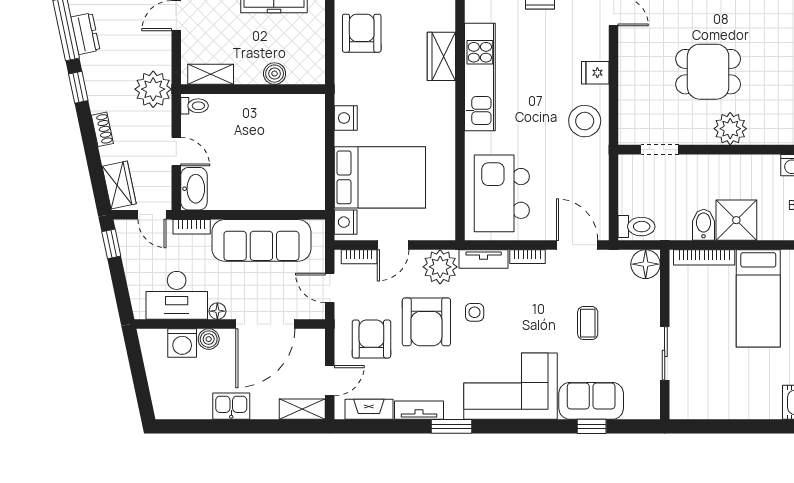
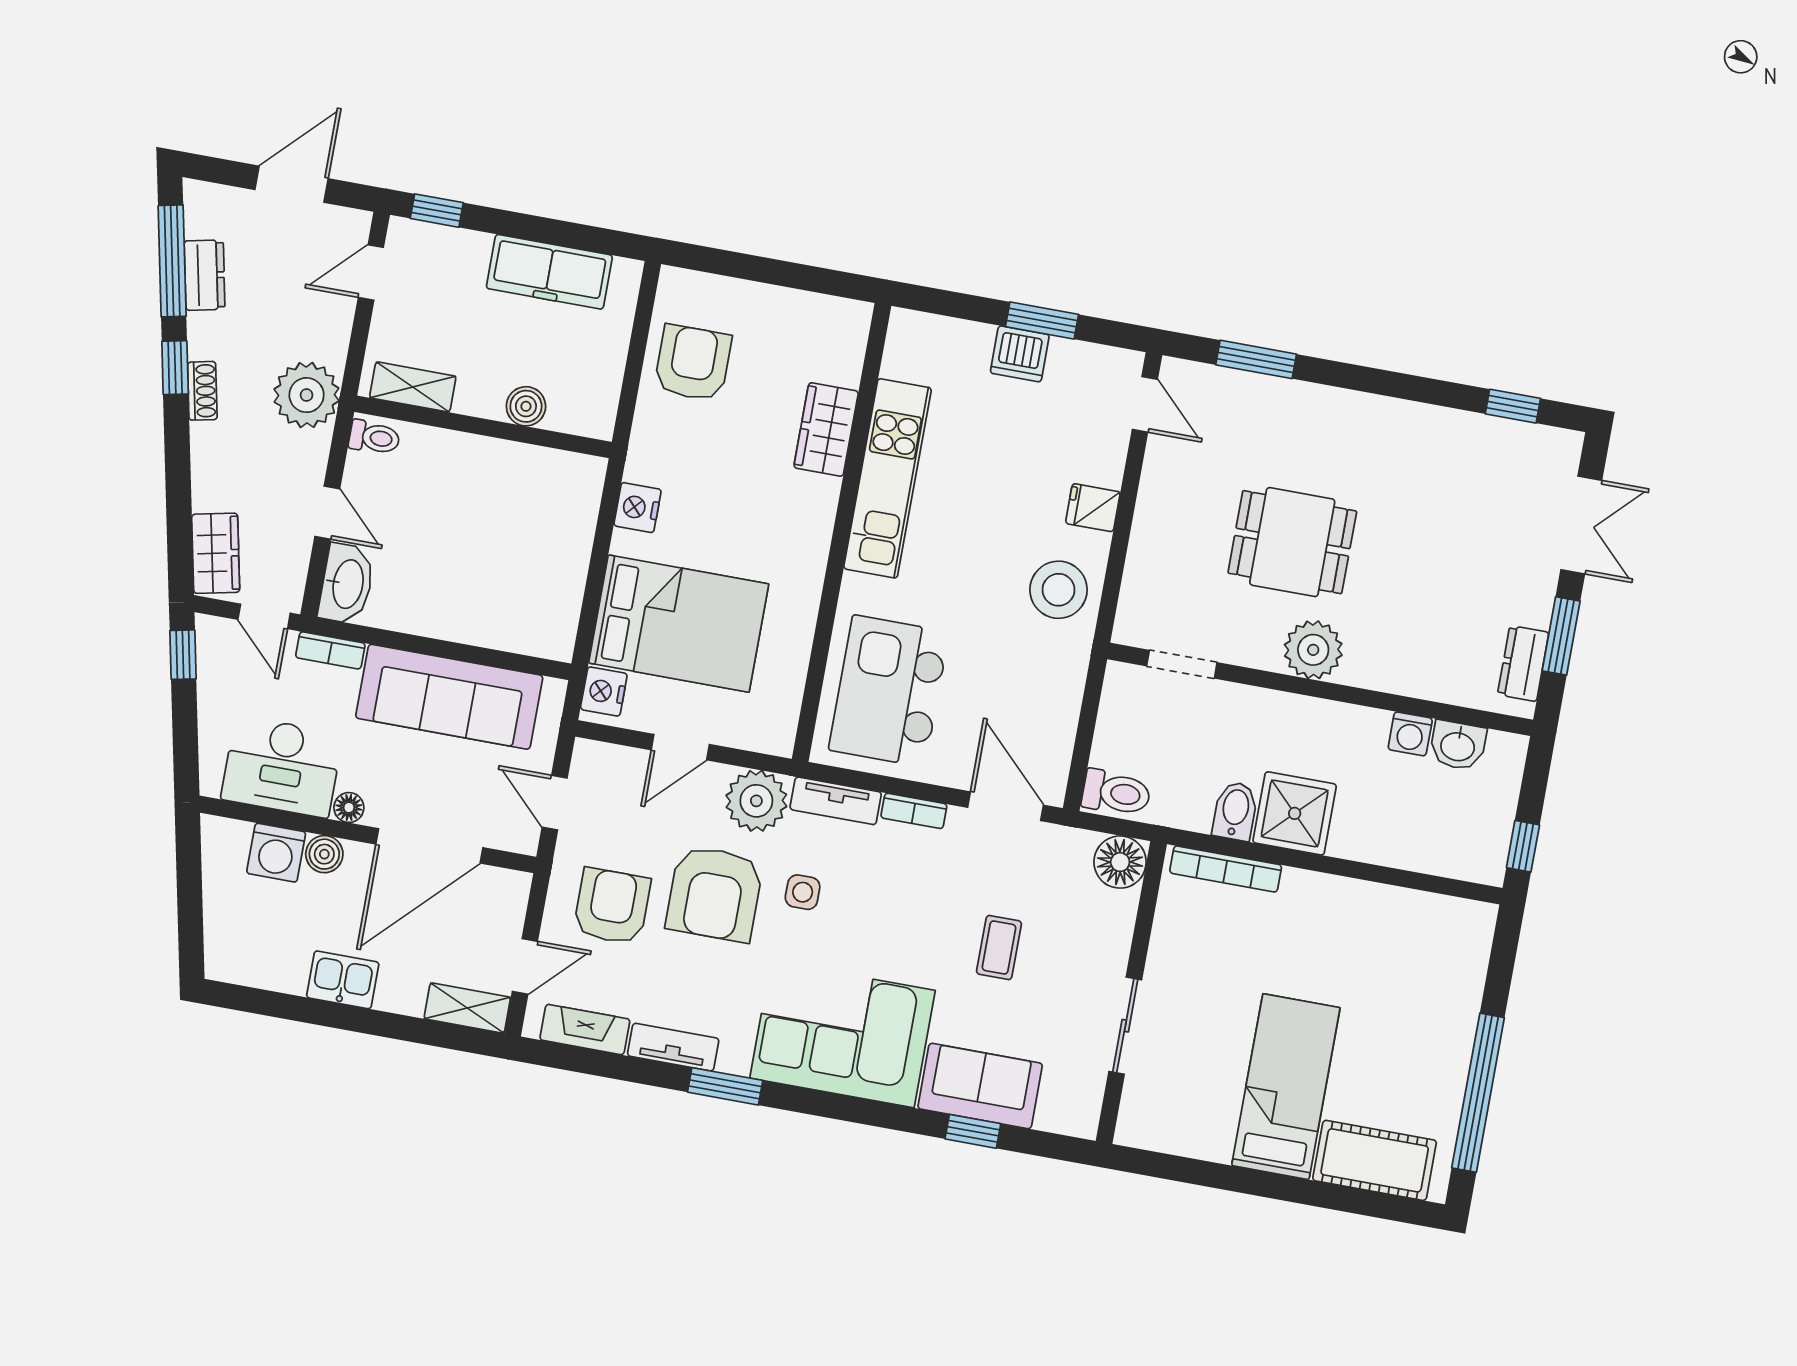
shoe rack: (102, 129) -> (202, 391), moved
bookcase: (359, 257) -> (617, 757), removed
bed: (758, 298) -> (1286, 1087), moved, turned 180

